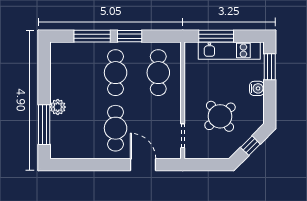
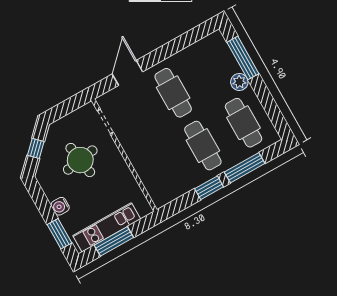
window: (216, 36) -> (114, 241), moved
cafe table: (158, 73) -> (244, 123), moved
round table: (220, 116) -> (80, 160), turned 31
door: (143, 165) -> (127, 73), swing flipped

